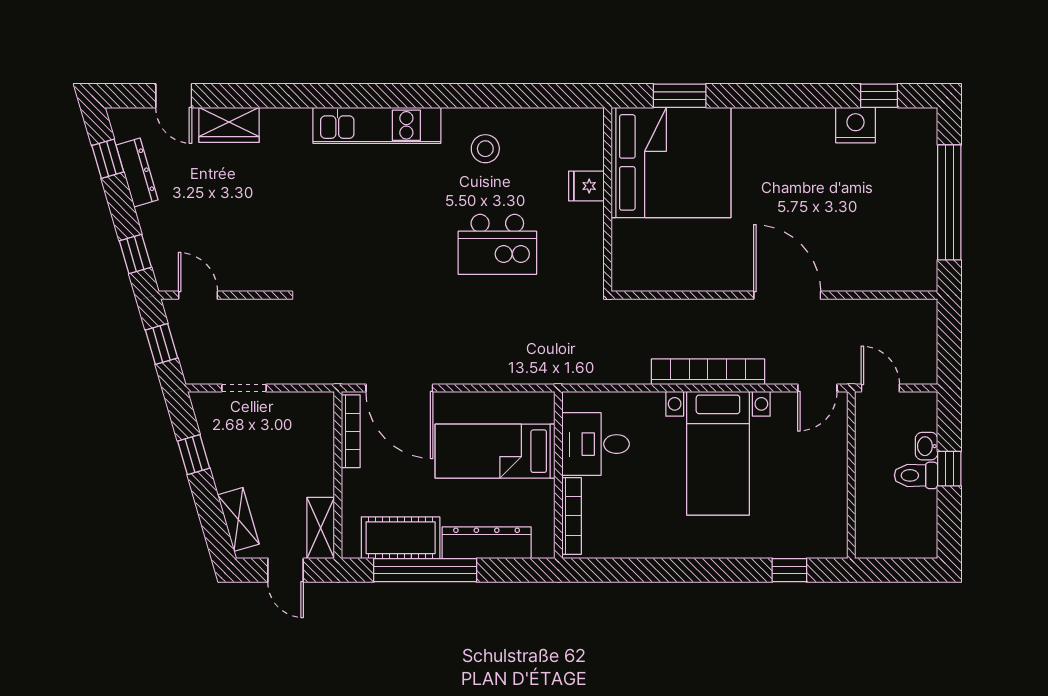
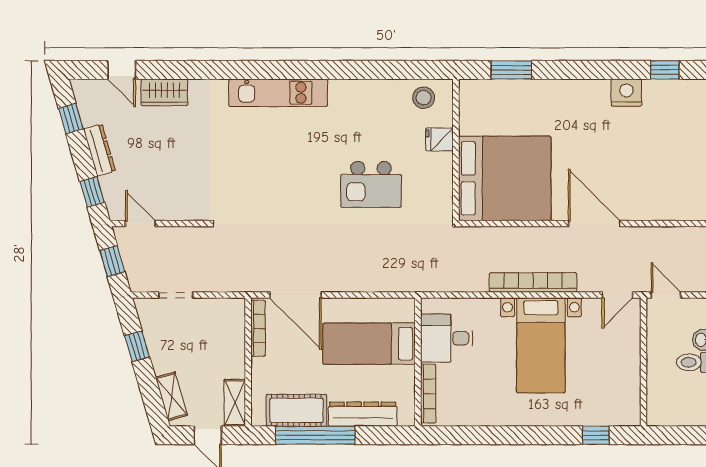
nightstand: (856, 125) -> (626, 92), moved
stool: (485, 149) -> (424, 98), moved
bed: (671, 162) -> (505, 178), moved
dresser: (137, 172) -> (99, 150), moved

